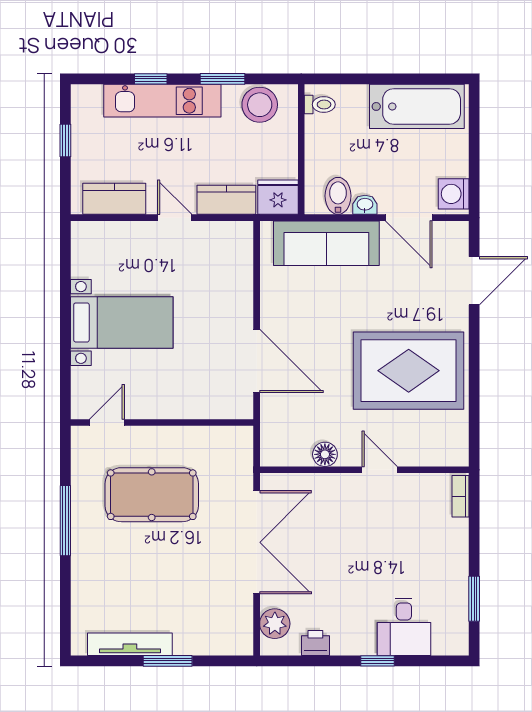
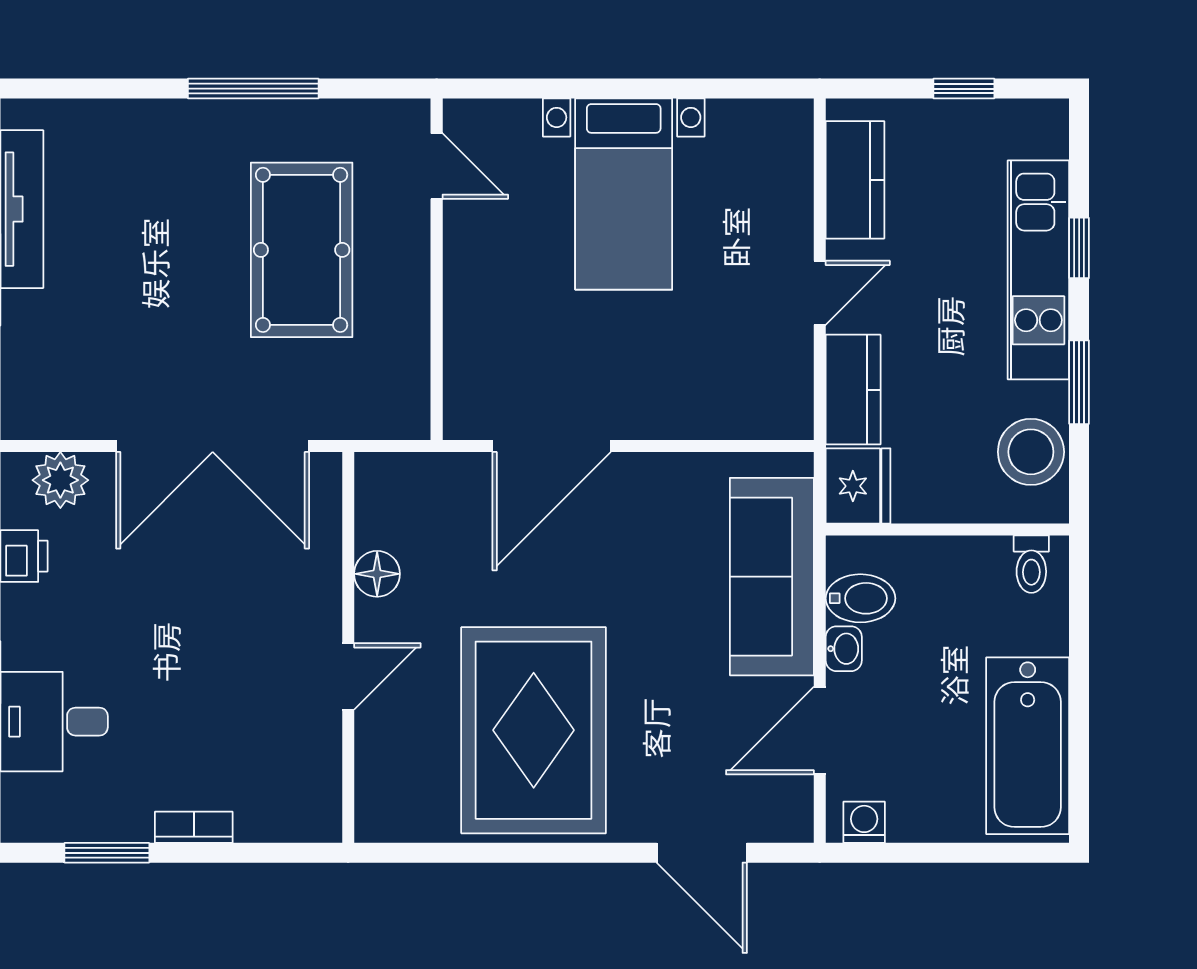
washing machine: (454, 194) -> (864, 822), width x0.73, depth x0.73
bookcase: (460, 496) -> (194, 827), moved

